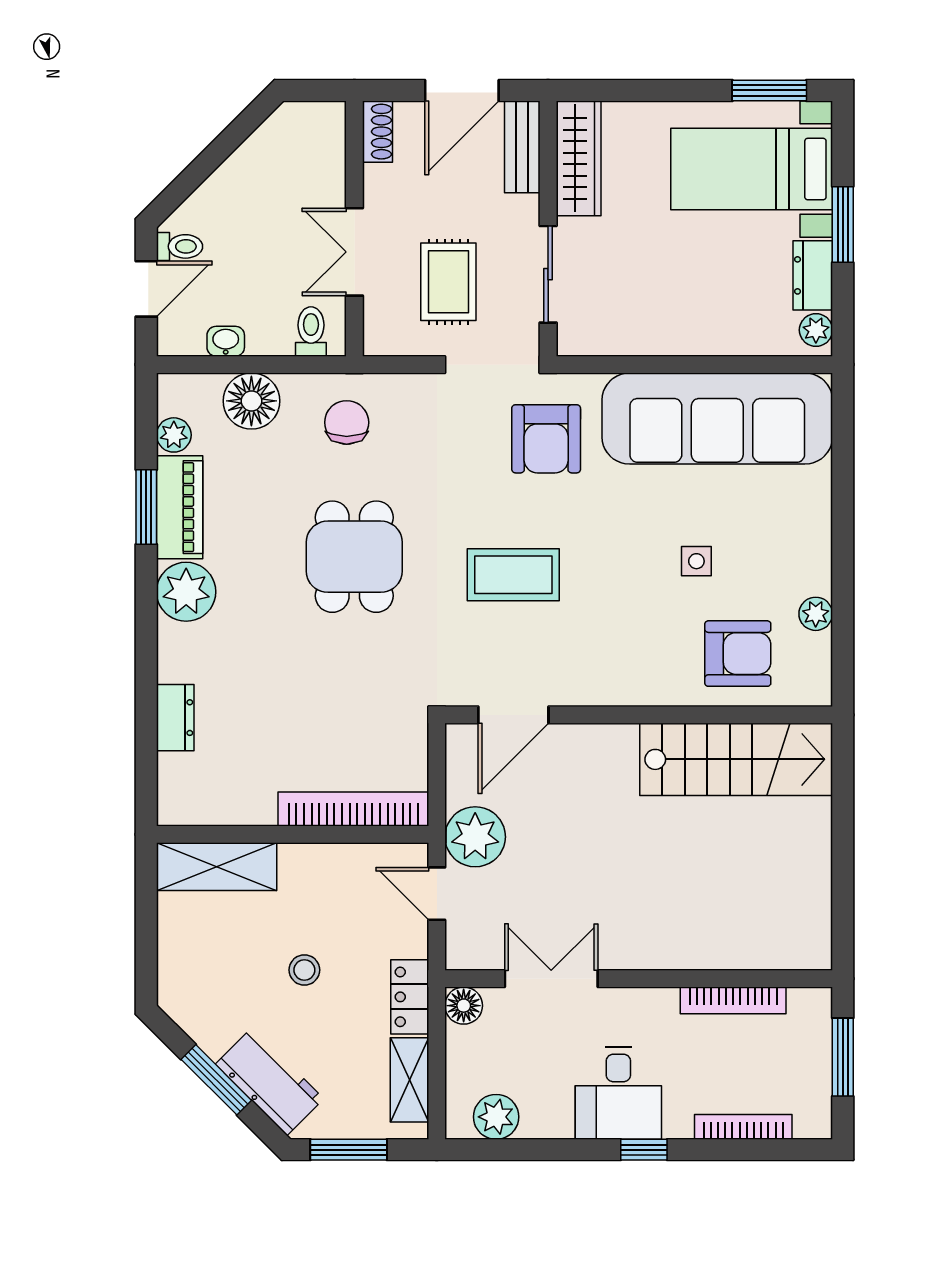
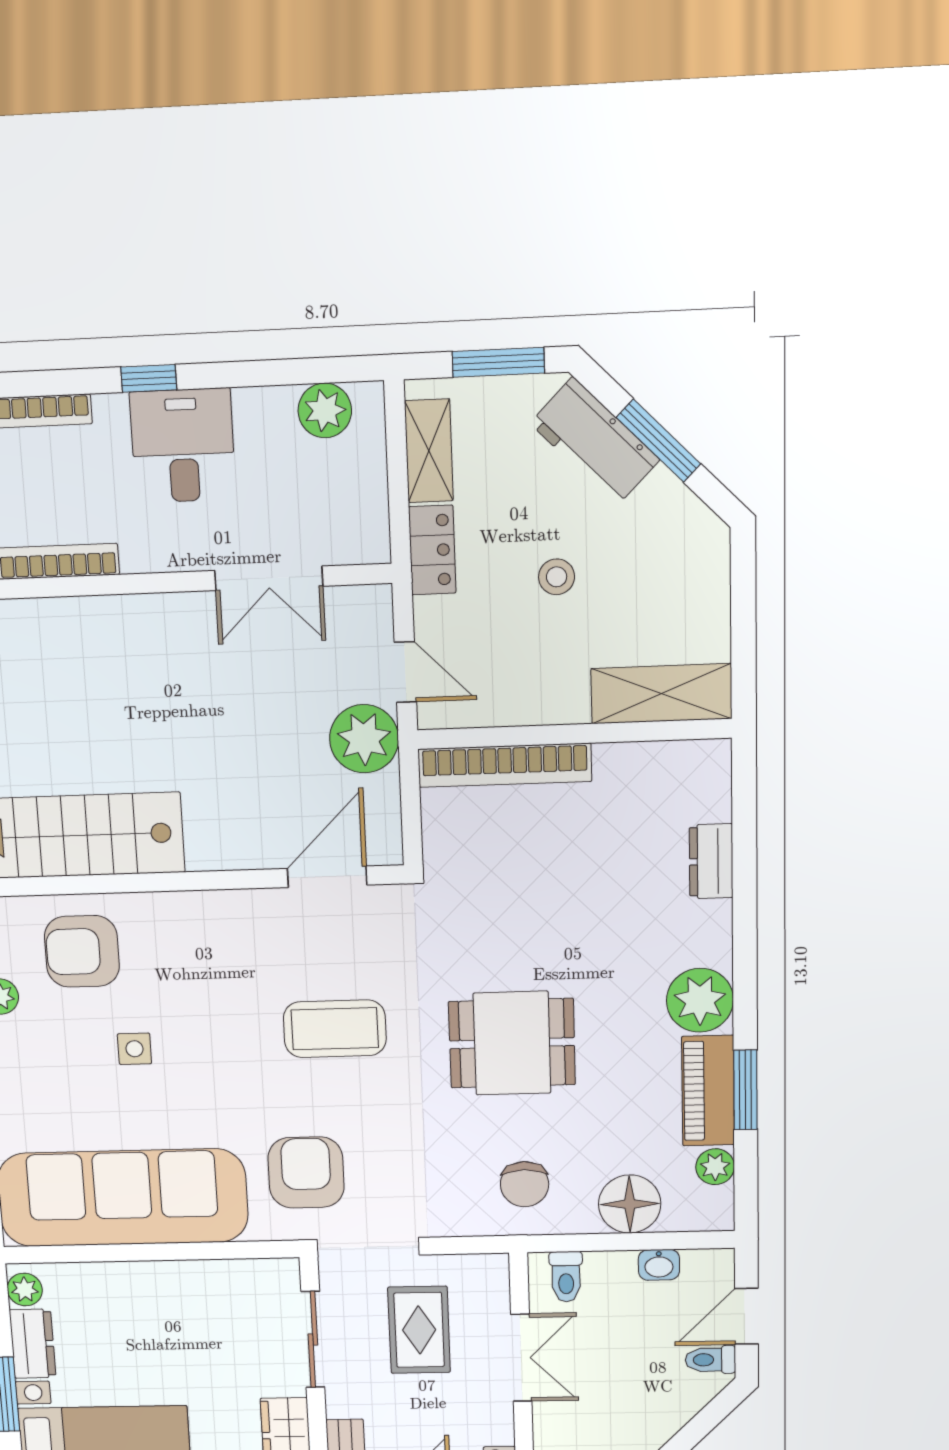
dining table: (354, 557) -> (512, 1043), turned 90
floor lamp: (464, 1006) -> (369, 542), removed

